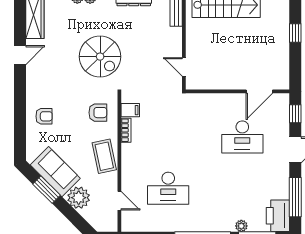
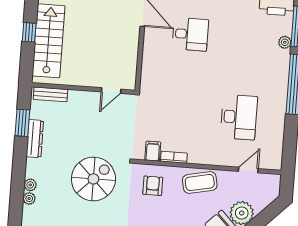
desk: (242, 137) -> (190, 34), width x0.73

